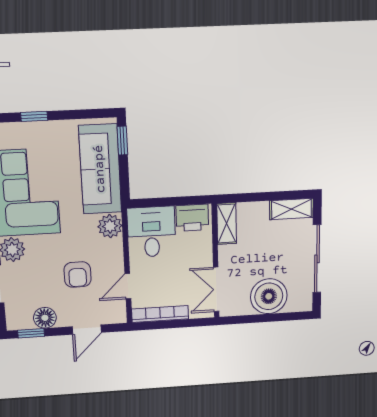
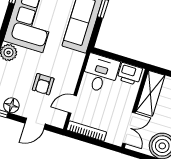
shelving: (227, 223) -> (150, 93), width x1.50, depth x1.33
plant: (110, 226) -> (75, 60), removed
double door: (216, 289) -> (129, 128), swing flipped

